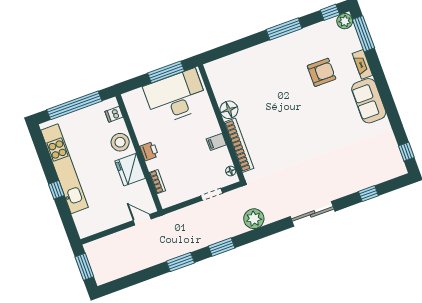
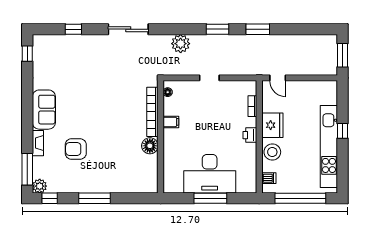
floor lamp: (229, 110) -> (150, 146), moved
wall: (221, 123) -> (161, 137), moved
filing cabinet: (216, 142) -> (171, 122), moved
bookcase: (239, 145) -> (152, 112), moved
floor lamp: (231, 171) -> (168, 92), moved

